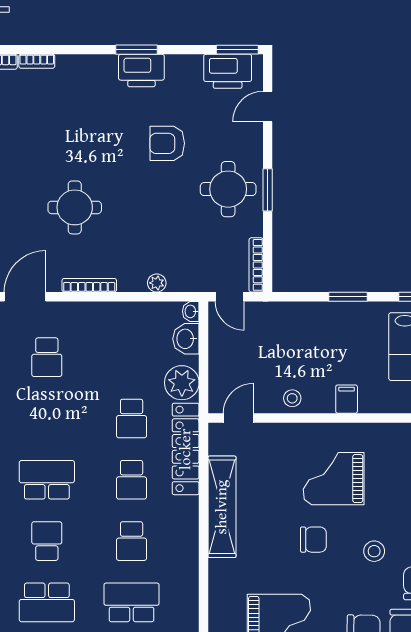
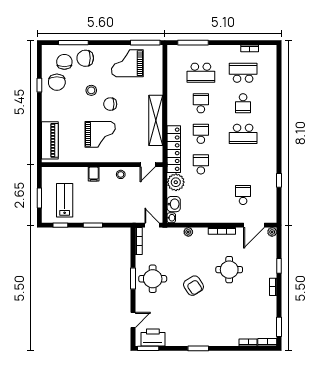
printer: (141, 70) -> (196, 338), removed
armchair: (167, 143) -> (194, 286), moved, turned 58
stool: (374, 551) -> (91, 90), moved

